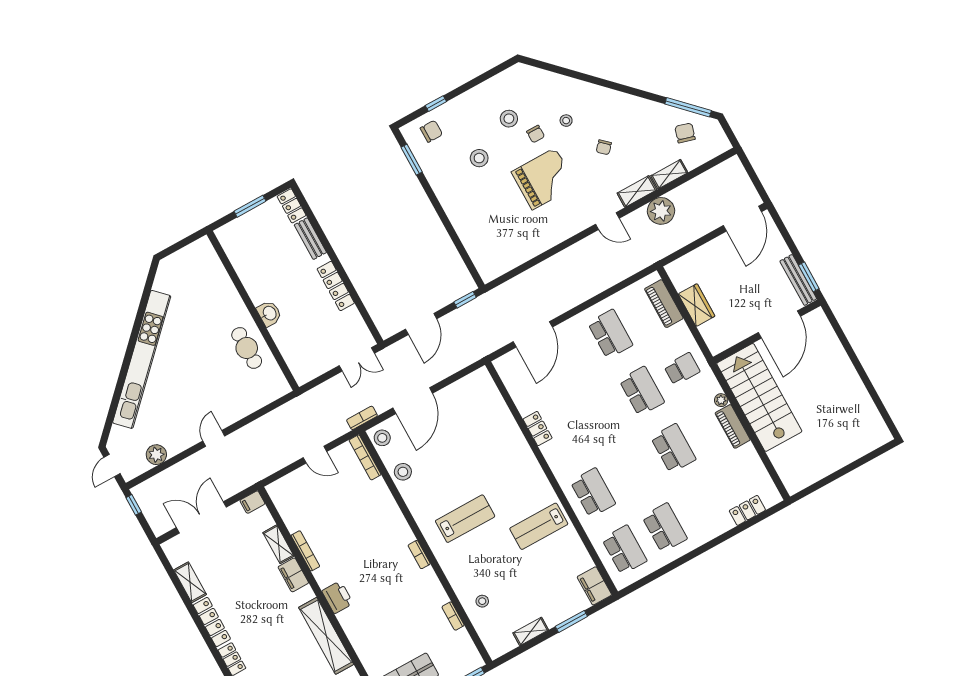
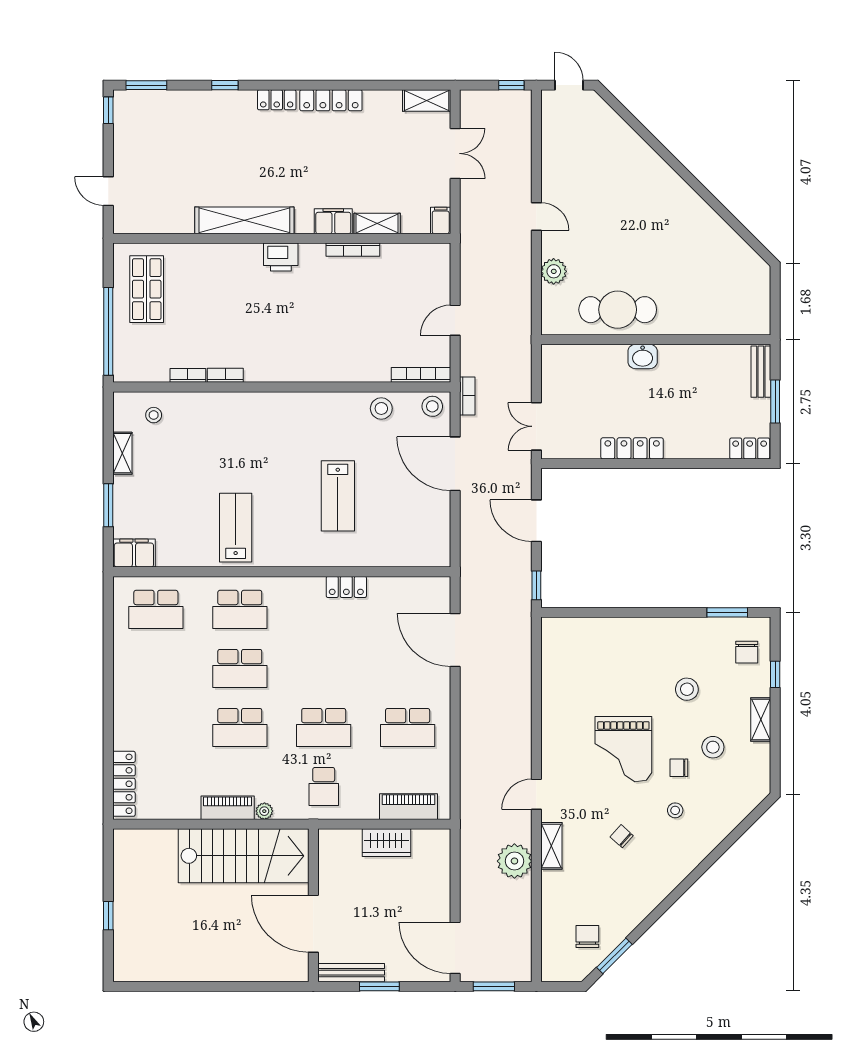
window: (688, 107) -> (614, 956), width x0.69
chair: (685, 133) -> (587, 936), turned -106
shelving: (669, 174) -> (761, 720), moved
window: (754, 178) -> (494, 986), added
bench: (310, 239) -> (761, 372), moved, turned 90
window: (809, 277) -> (379, 986), moved
cafe table: (247, 348) -> (618, 310), width x1.37, depth x1.35
kitchen unit: (142, 359) -> (670, 184), removed
plant: (156, 455) -> (554, 271), moved
window: (851, 467) -> (108, 916), added
locker: (747, 510) -> (124, 784), width x1.53
double door: (201, 517) -> (455, 153), width x0.73
lab bench: (465, 519) -> (338, 496), moved
school desk: (665, 528) -> (240, 668), moved
bookcase: (419, 555) -> (225, 375), moved
shelving: (190, 582) -> (427, 100), moved
stool: (482, 601) -> (154, 415), moved

